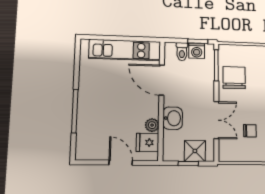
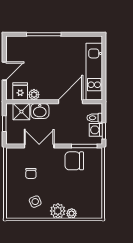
chair: (234, 78) -> (74, 161), turned 180
double door: (216, 120) -> (39, 146), swing flipped
shower: (195, 151) -> (21, 112), moved

